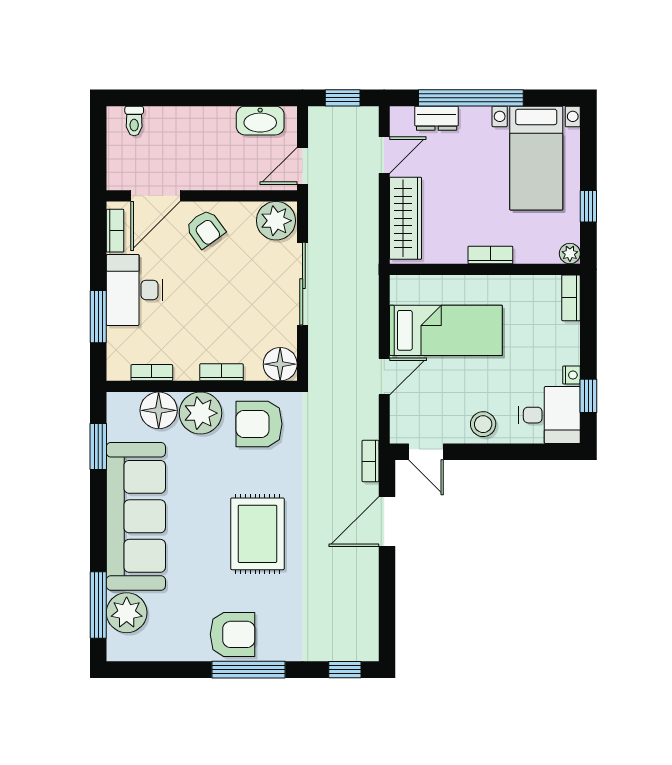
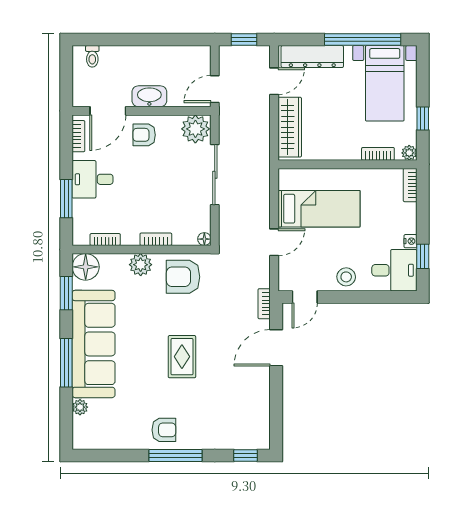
window: (471, 98) -> (363, 40), moved
dresser: (437, 118) -> (312, 57), width x1.96, depth x1.24
washbasin: (260, 121) -> (149, 96), moved, turned 180
armchair: (205, 229) -> (144, 135), turned 126
bookcase: (490, 255) -> (378, 154), moved
desk: (134, 290) -> (93, 179), width x0.73
floor lamp: (280, 364) -> (204, 239), width x0.53, depth x0.53
floor lamp: (159, 410) -> (86, 267), moved
plant: (200, 413) -> (141, 265), width x0.73, depth x0.73
door: (426, 452) -> (305, 297), hinge flipped
rug: (257, 534) -> (182, 357), width x0.73, depth x0.70
window: (98, 605) -> (66, 363), moved
plant: (127, 613) -> (80, 407), width x0.53, depth x0.53
armchair: (233, 634) -> (164, 430), width x0.72, depth x0.72

